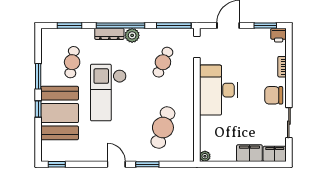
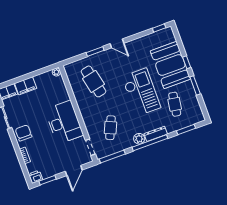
chair: (274, 95) -> (24, 133), turned -90
cafe table: (163, 128) -> (94, 81), turned -30

